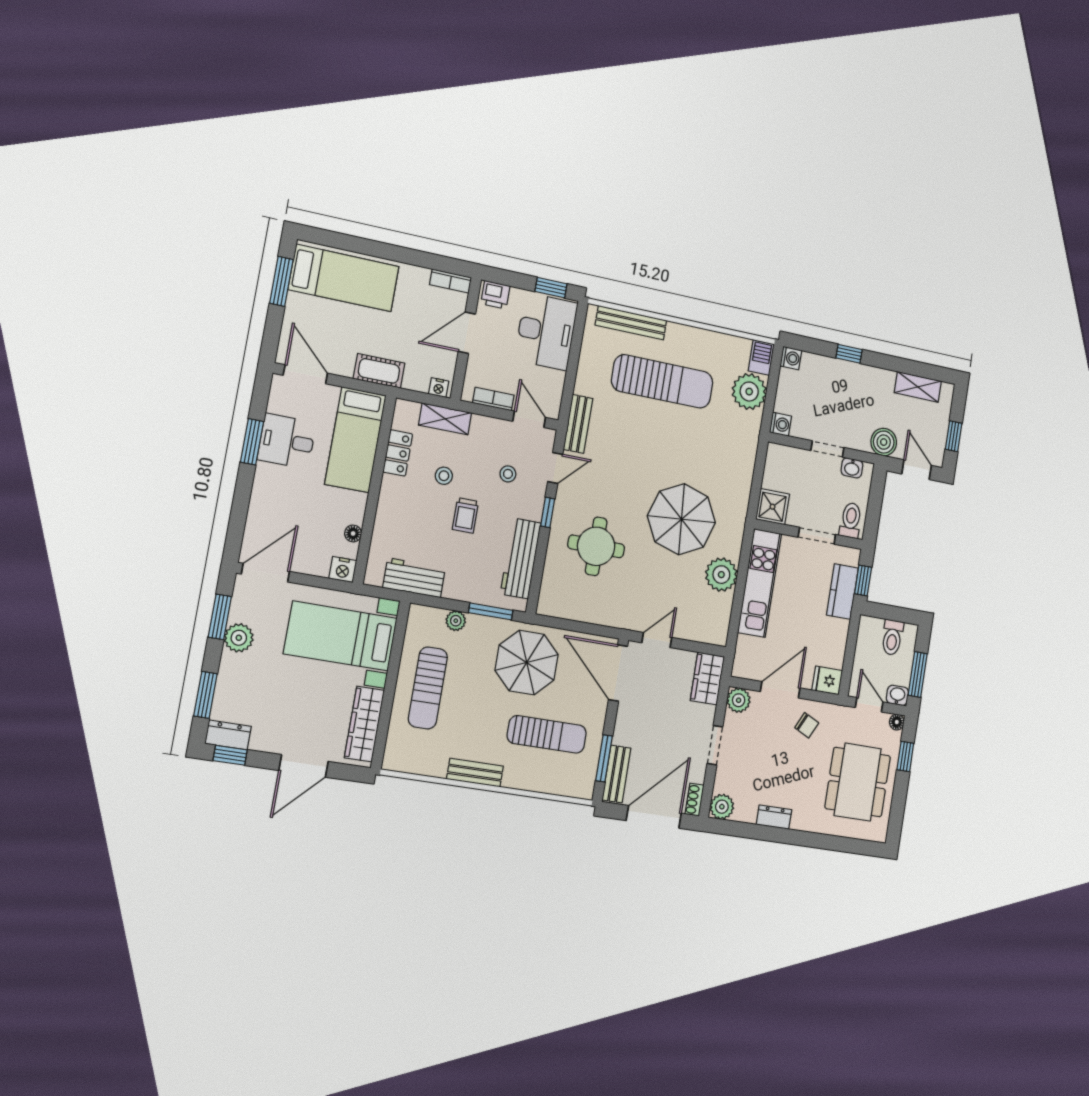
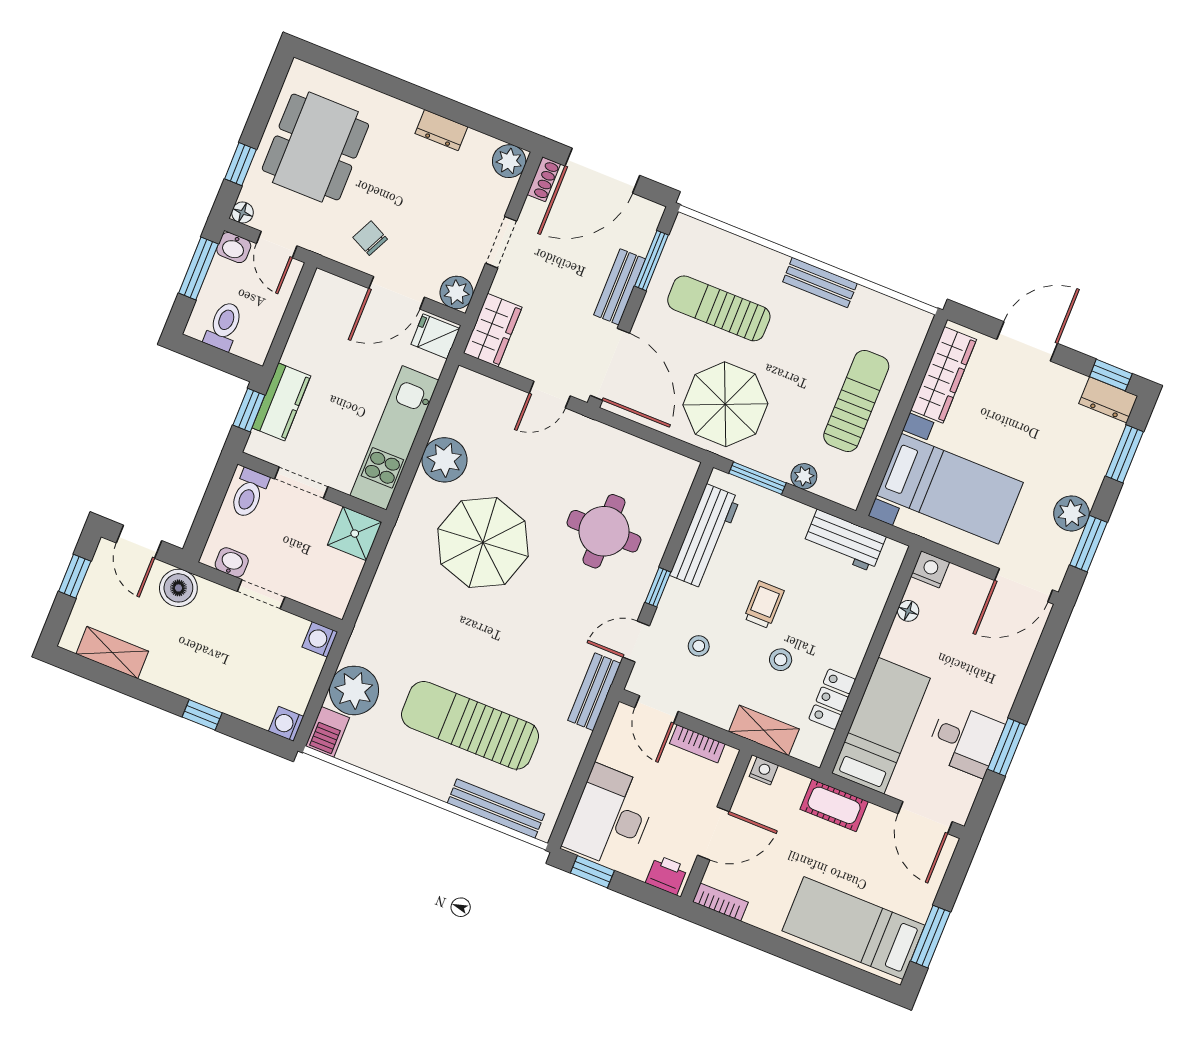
fridge: (827, 680) -> (435, 336), moved, turned 180
bench: (616, 774) -> (620, 287), moved

